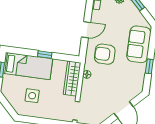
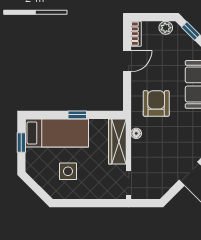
door: (86, 30) -> (127, 61), moved
armchair: (105, 54) -> (156, 103), turned 90

